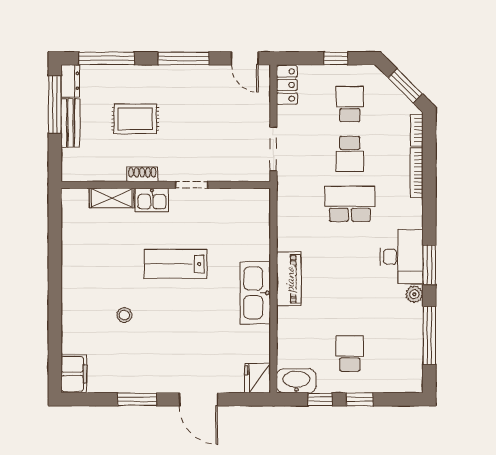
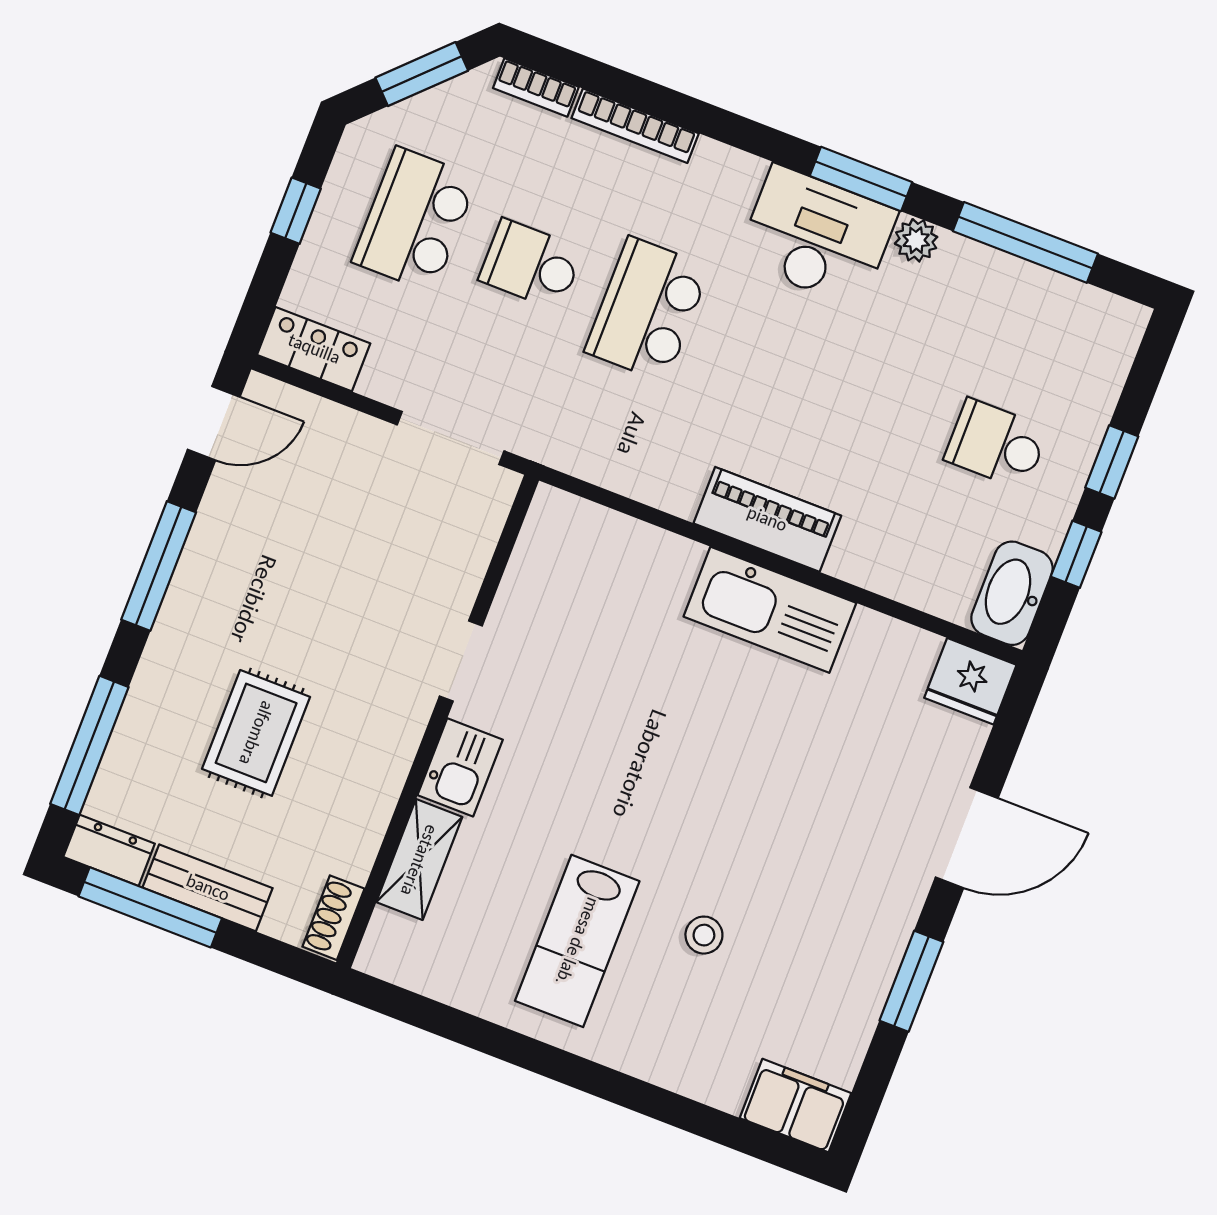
school desk: (350, 104) -> (415, 220), width x1.85
school desk: (350, 154) -> (531, 265), turned 180
shoe rack: (142, 174) -> (333, 918), moved
lab bench: (176, 264) -> (577, 941), moved

